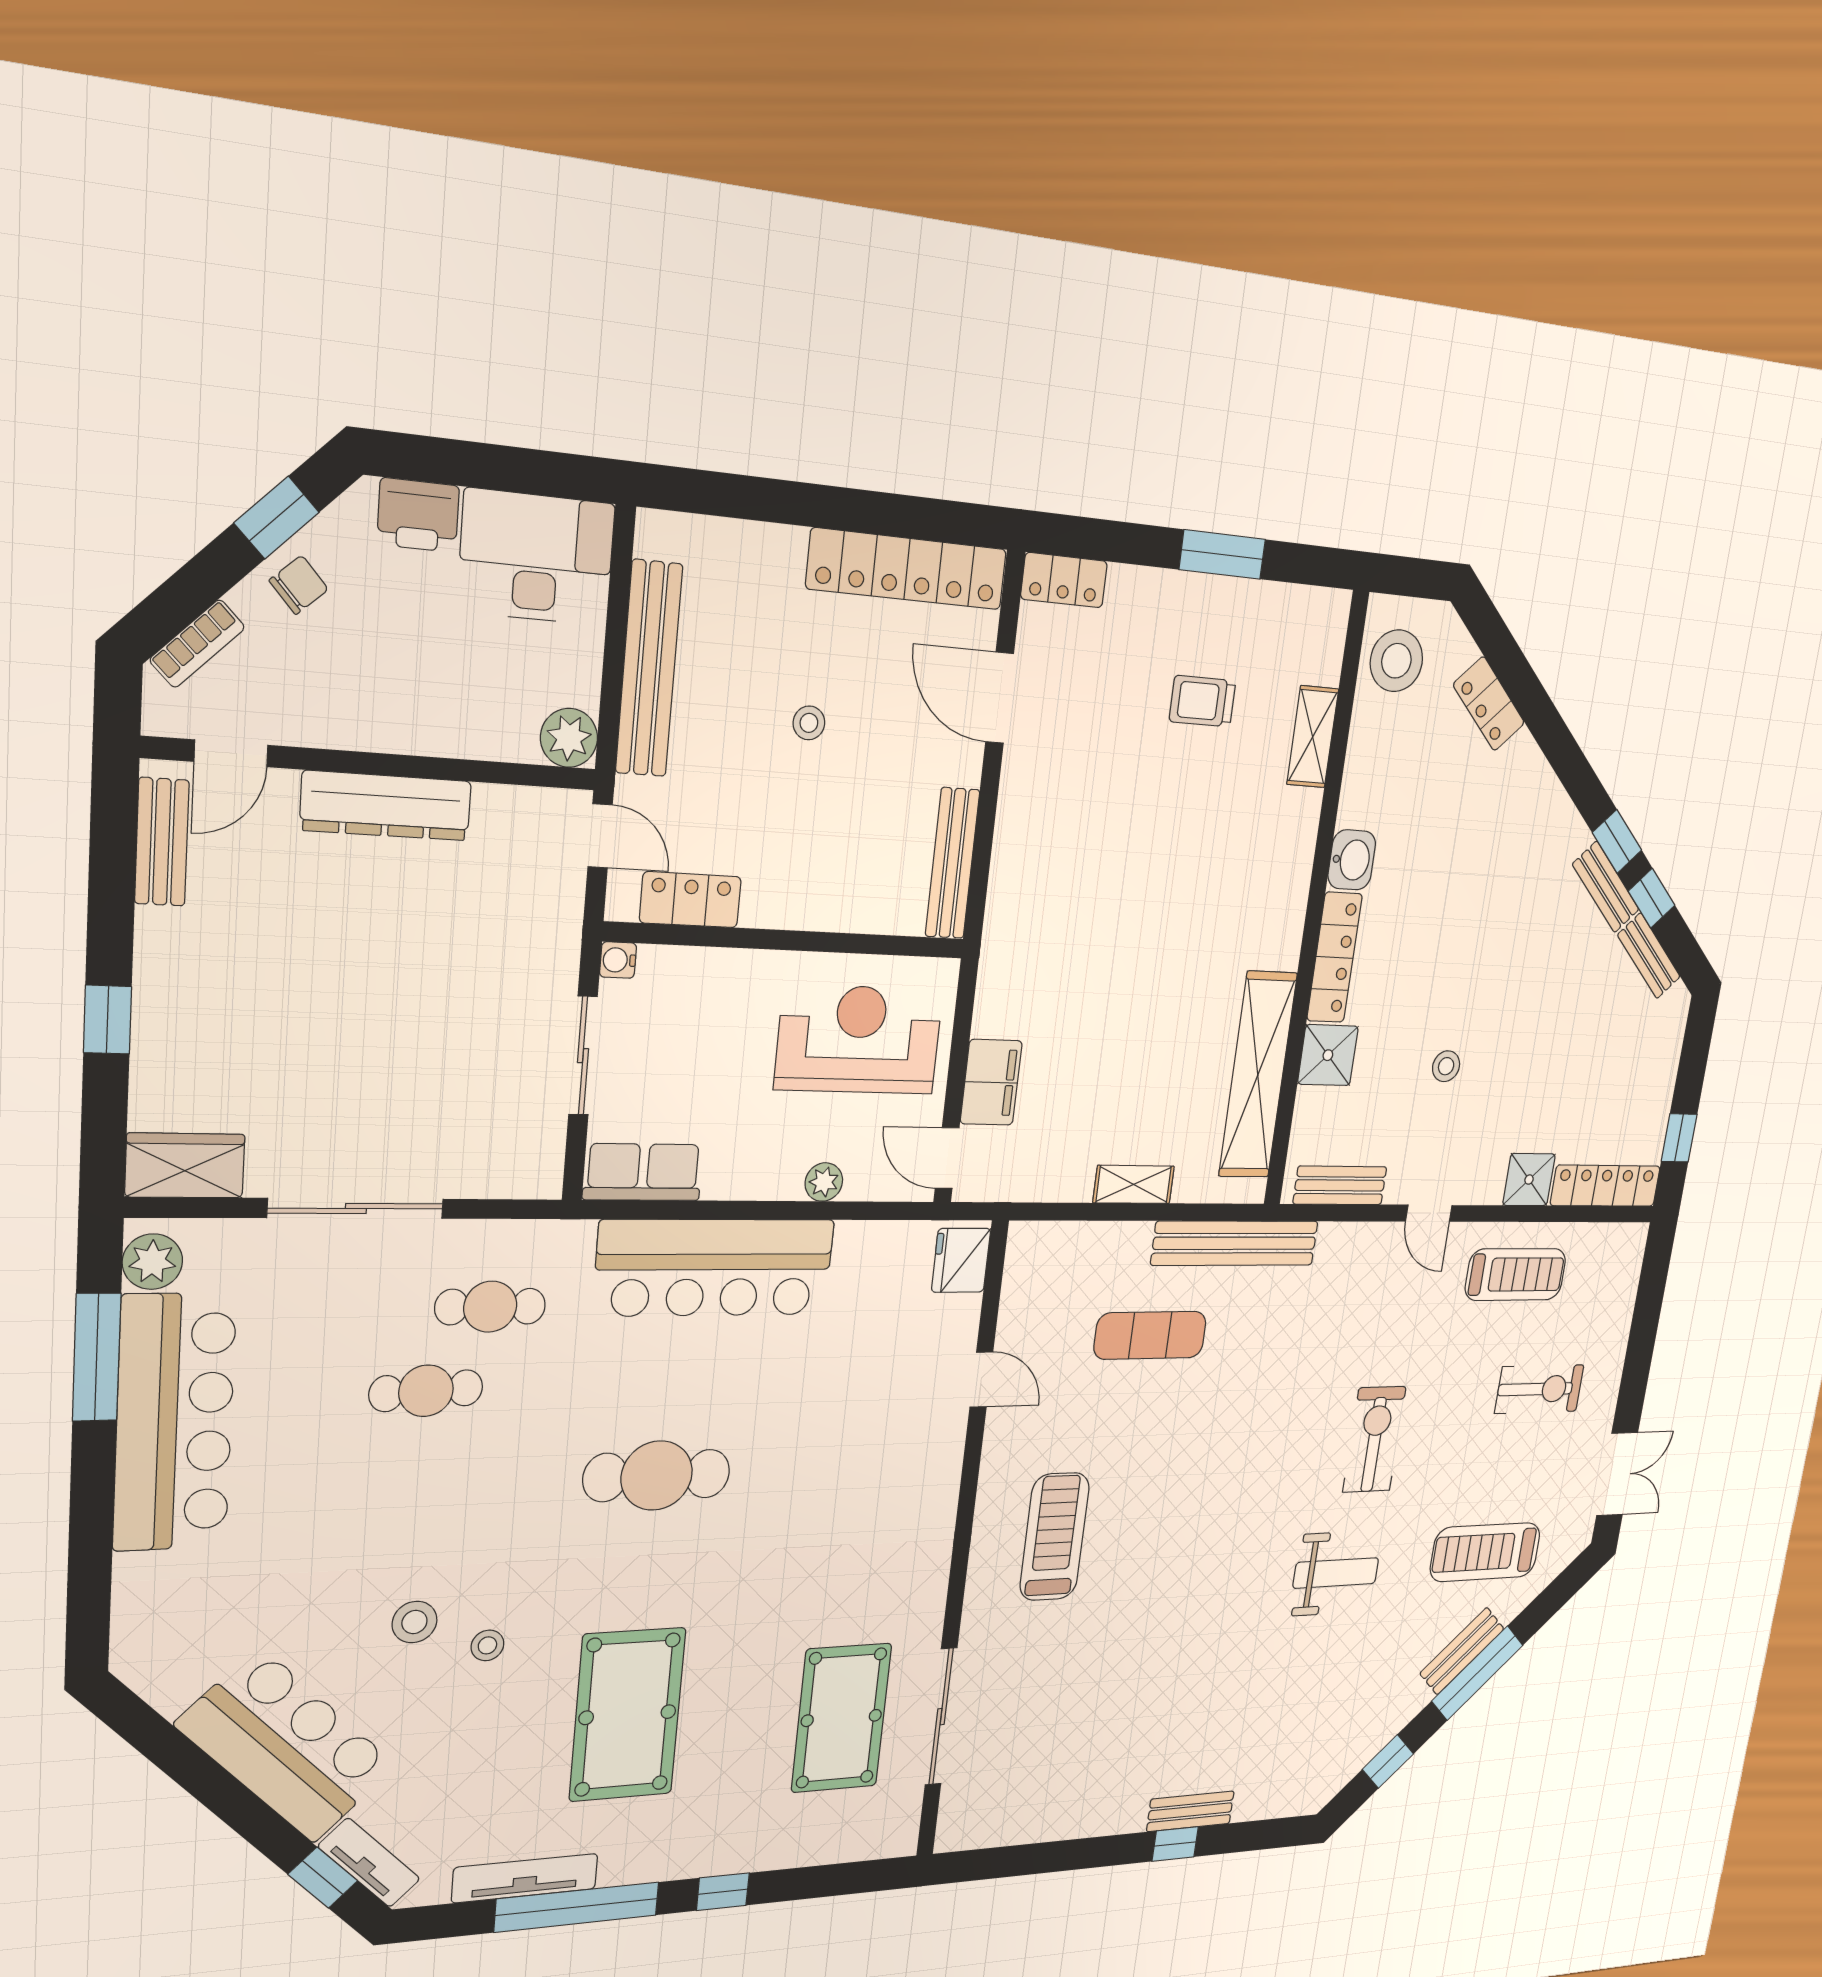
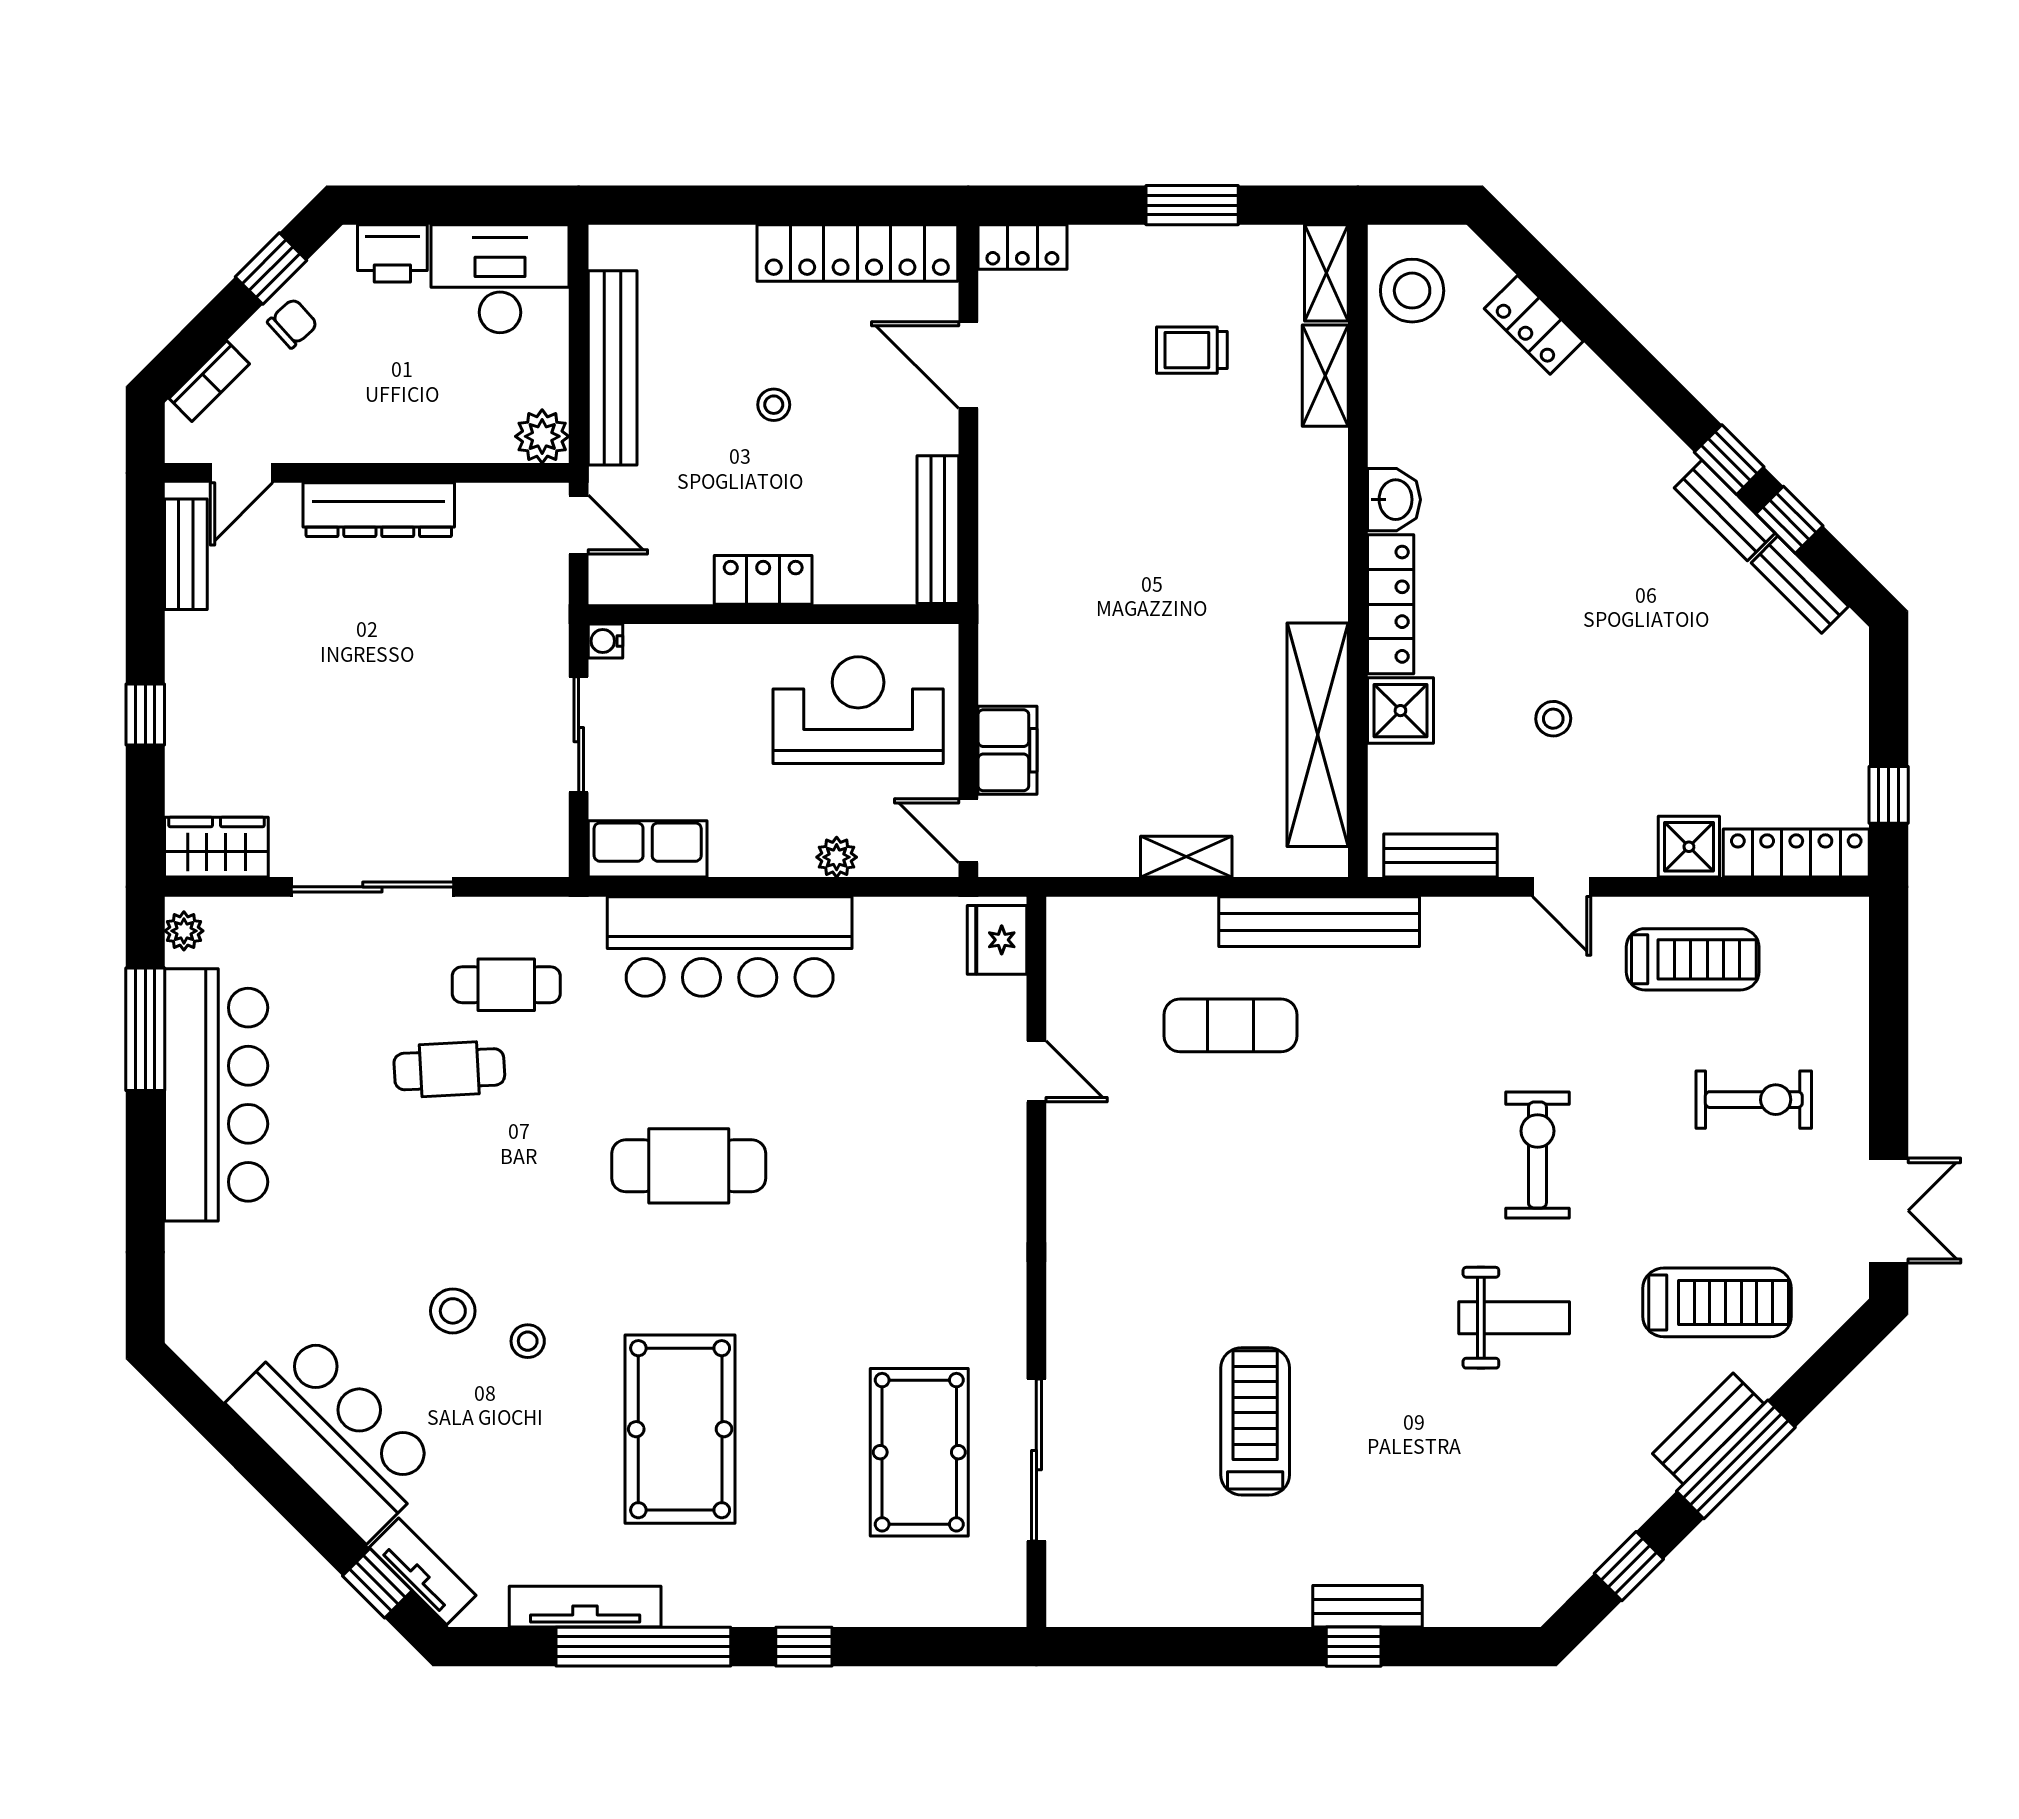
shelving: (1328, 636) -> (1326, 273), added
locker: (690, 900) -> (763, 580), moved
plant: (152, 1262) -> (184, 931), width x0.73, depth x0.73
treadmill: (1055, 1537) -> (1255, 1421), moved
treadmill: (1485, 1552) -> (1717, 1302), turned 180

